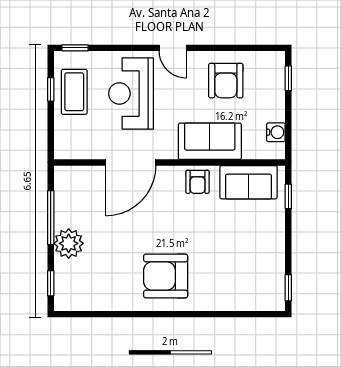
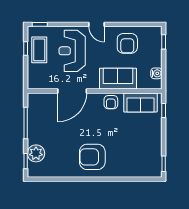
plant: (69, 243) -> (36, 153), moved

